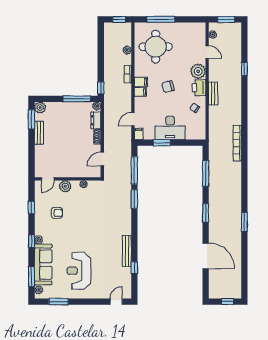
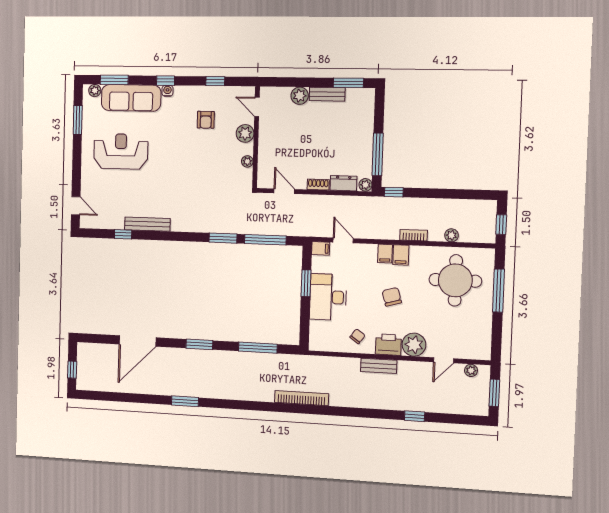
plant: (40, 108) -> (300, 96), moved

